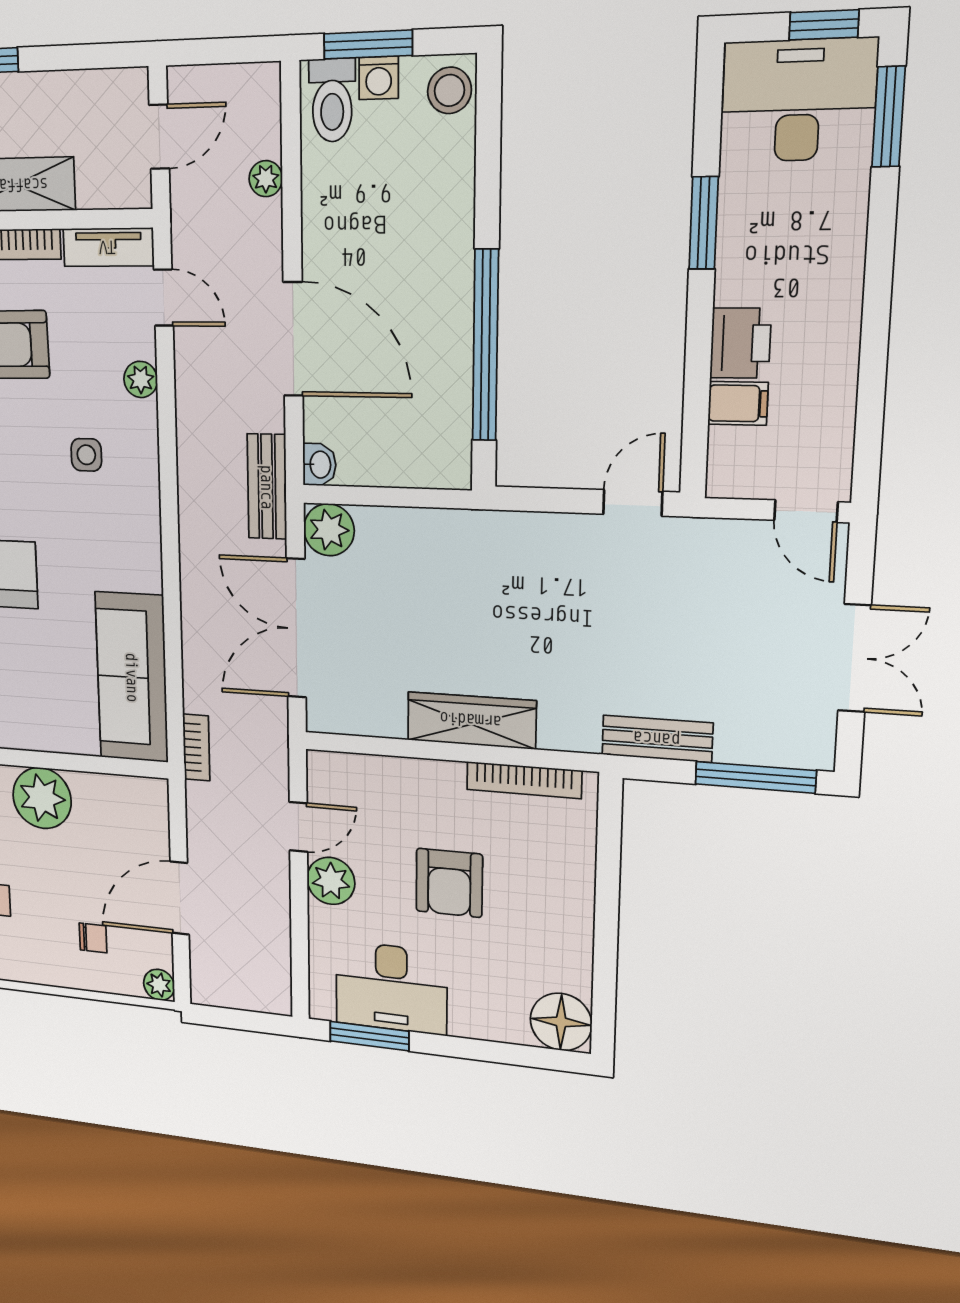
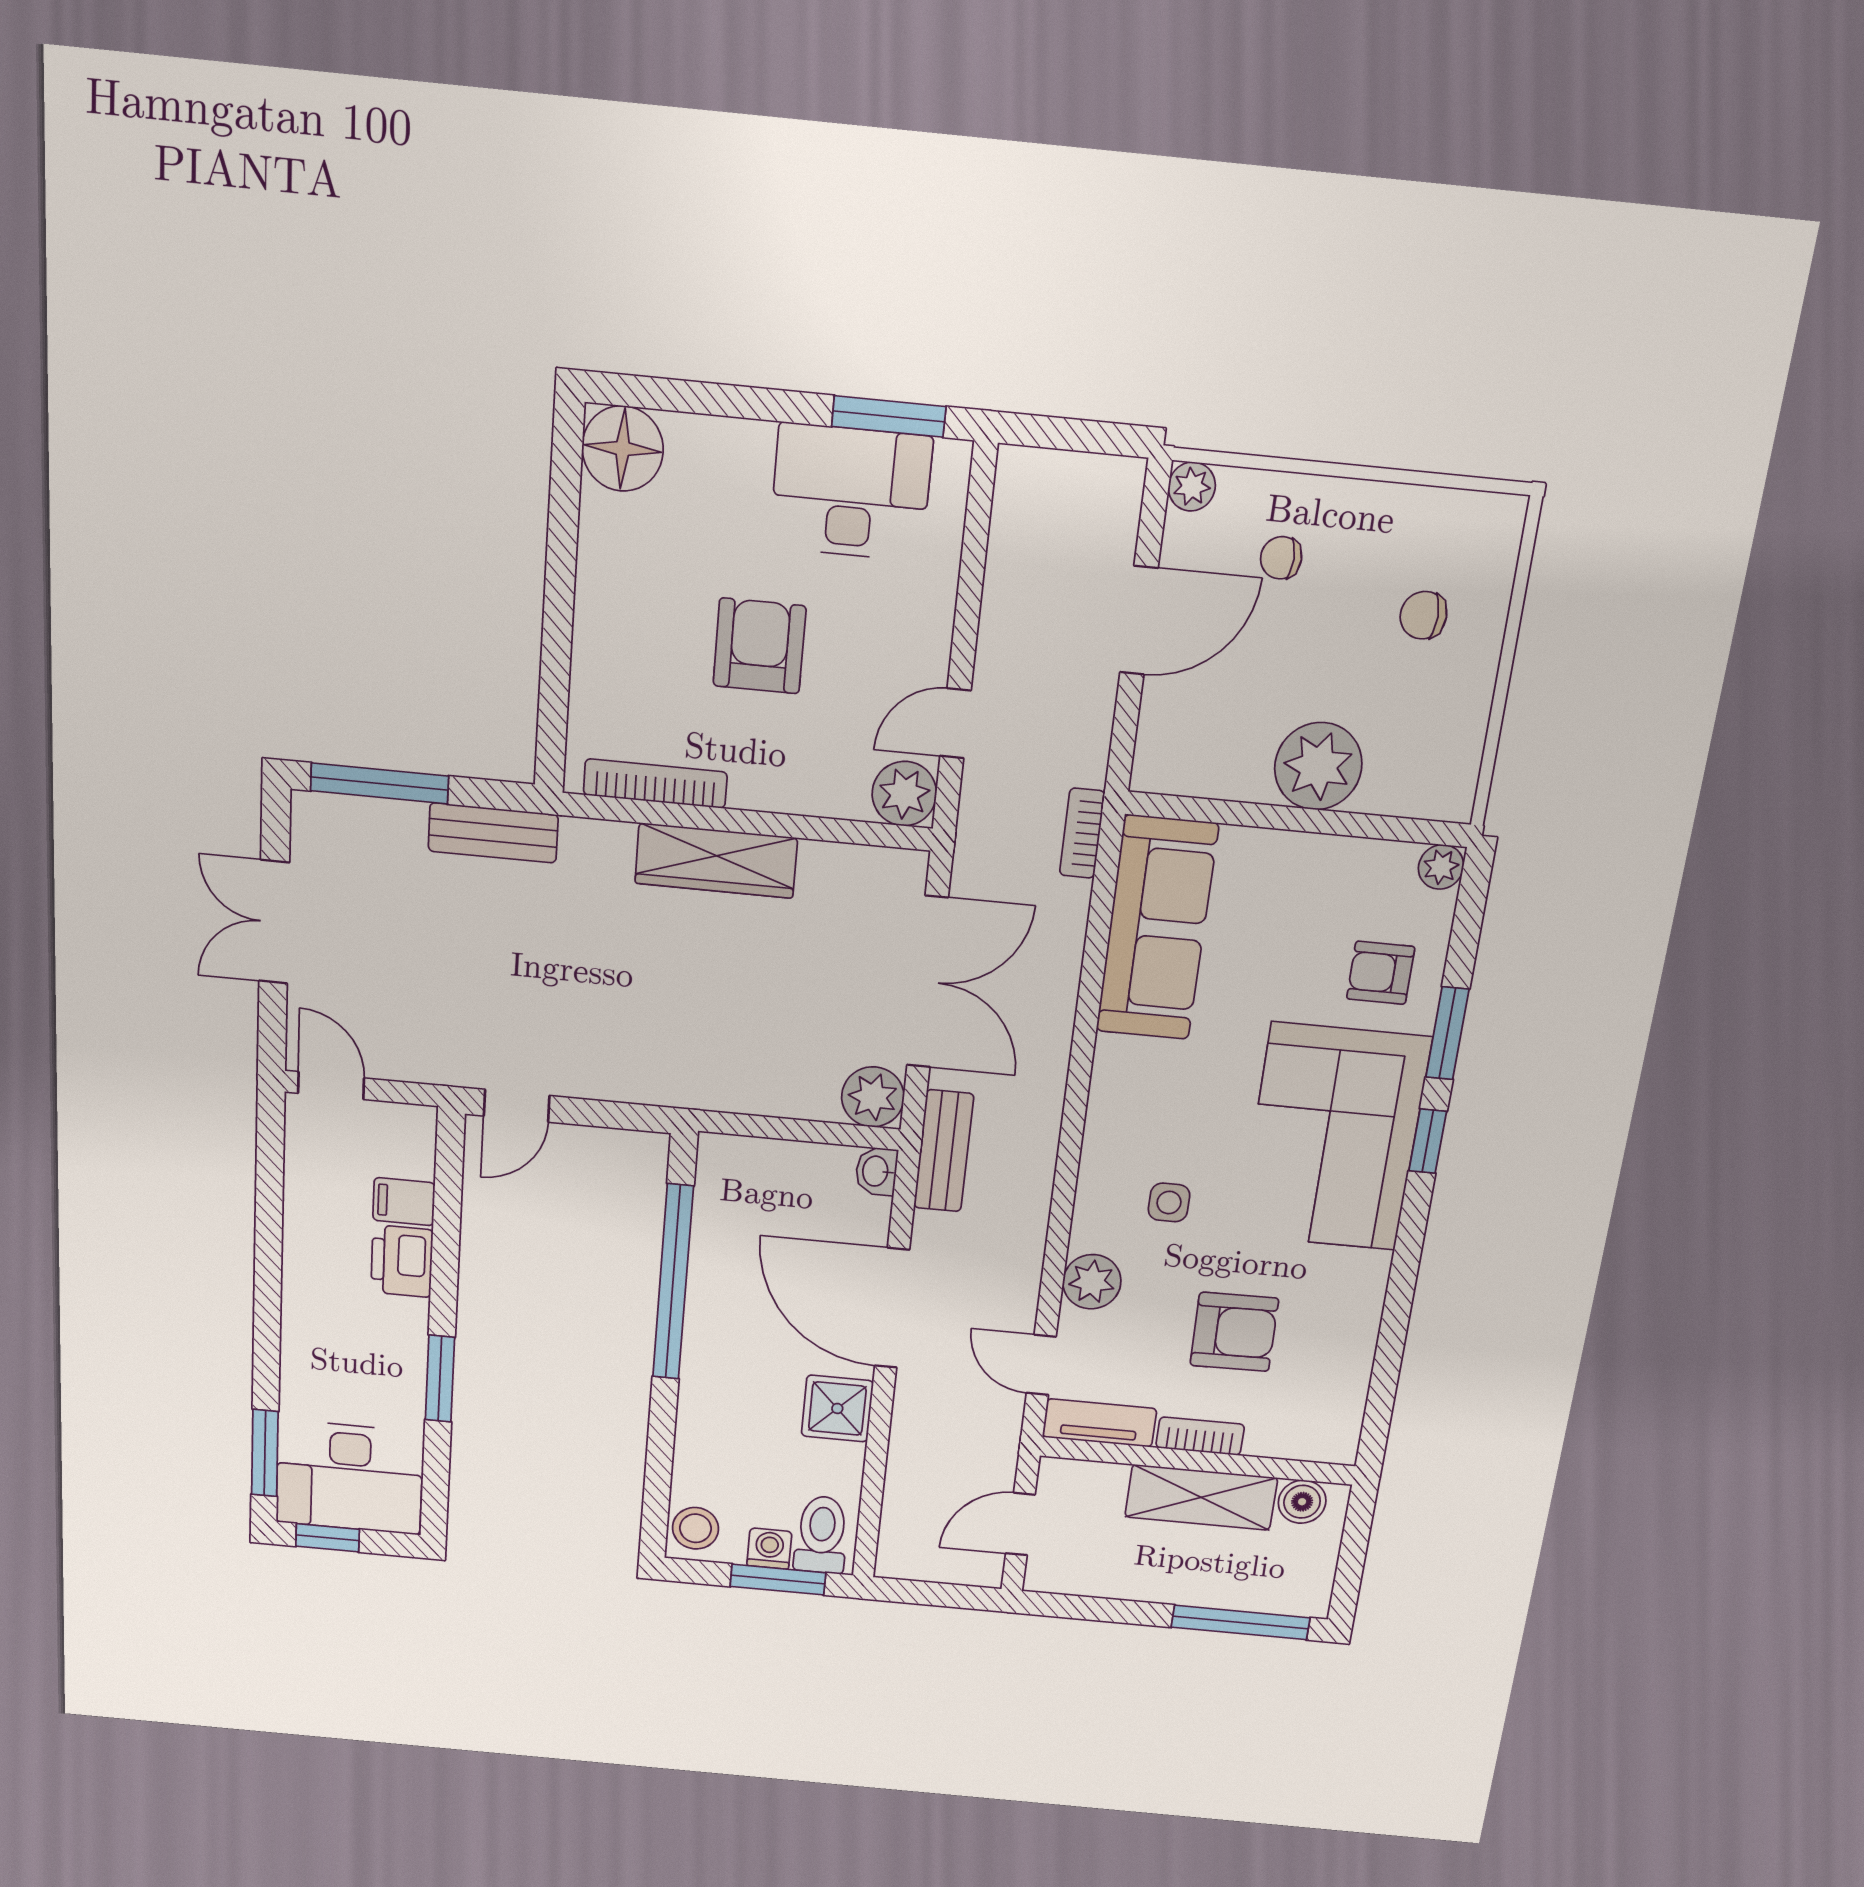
plant: (266, 179) -> (904, 1471), removed
shower: (330, 235) -> (837, 1408), added
plant: (141, 379) -> (1092, 1282), width x1.38, depth x1.38
plant: (331, 881) -> (904, 794), moved

